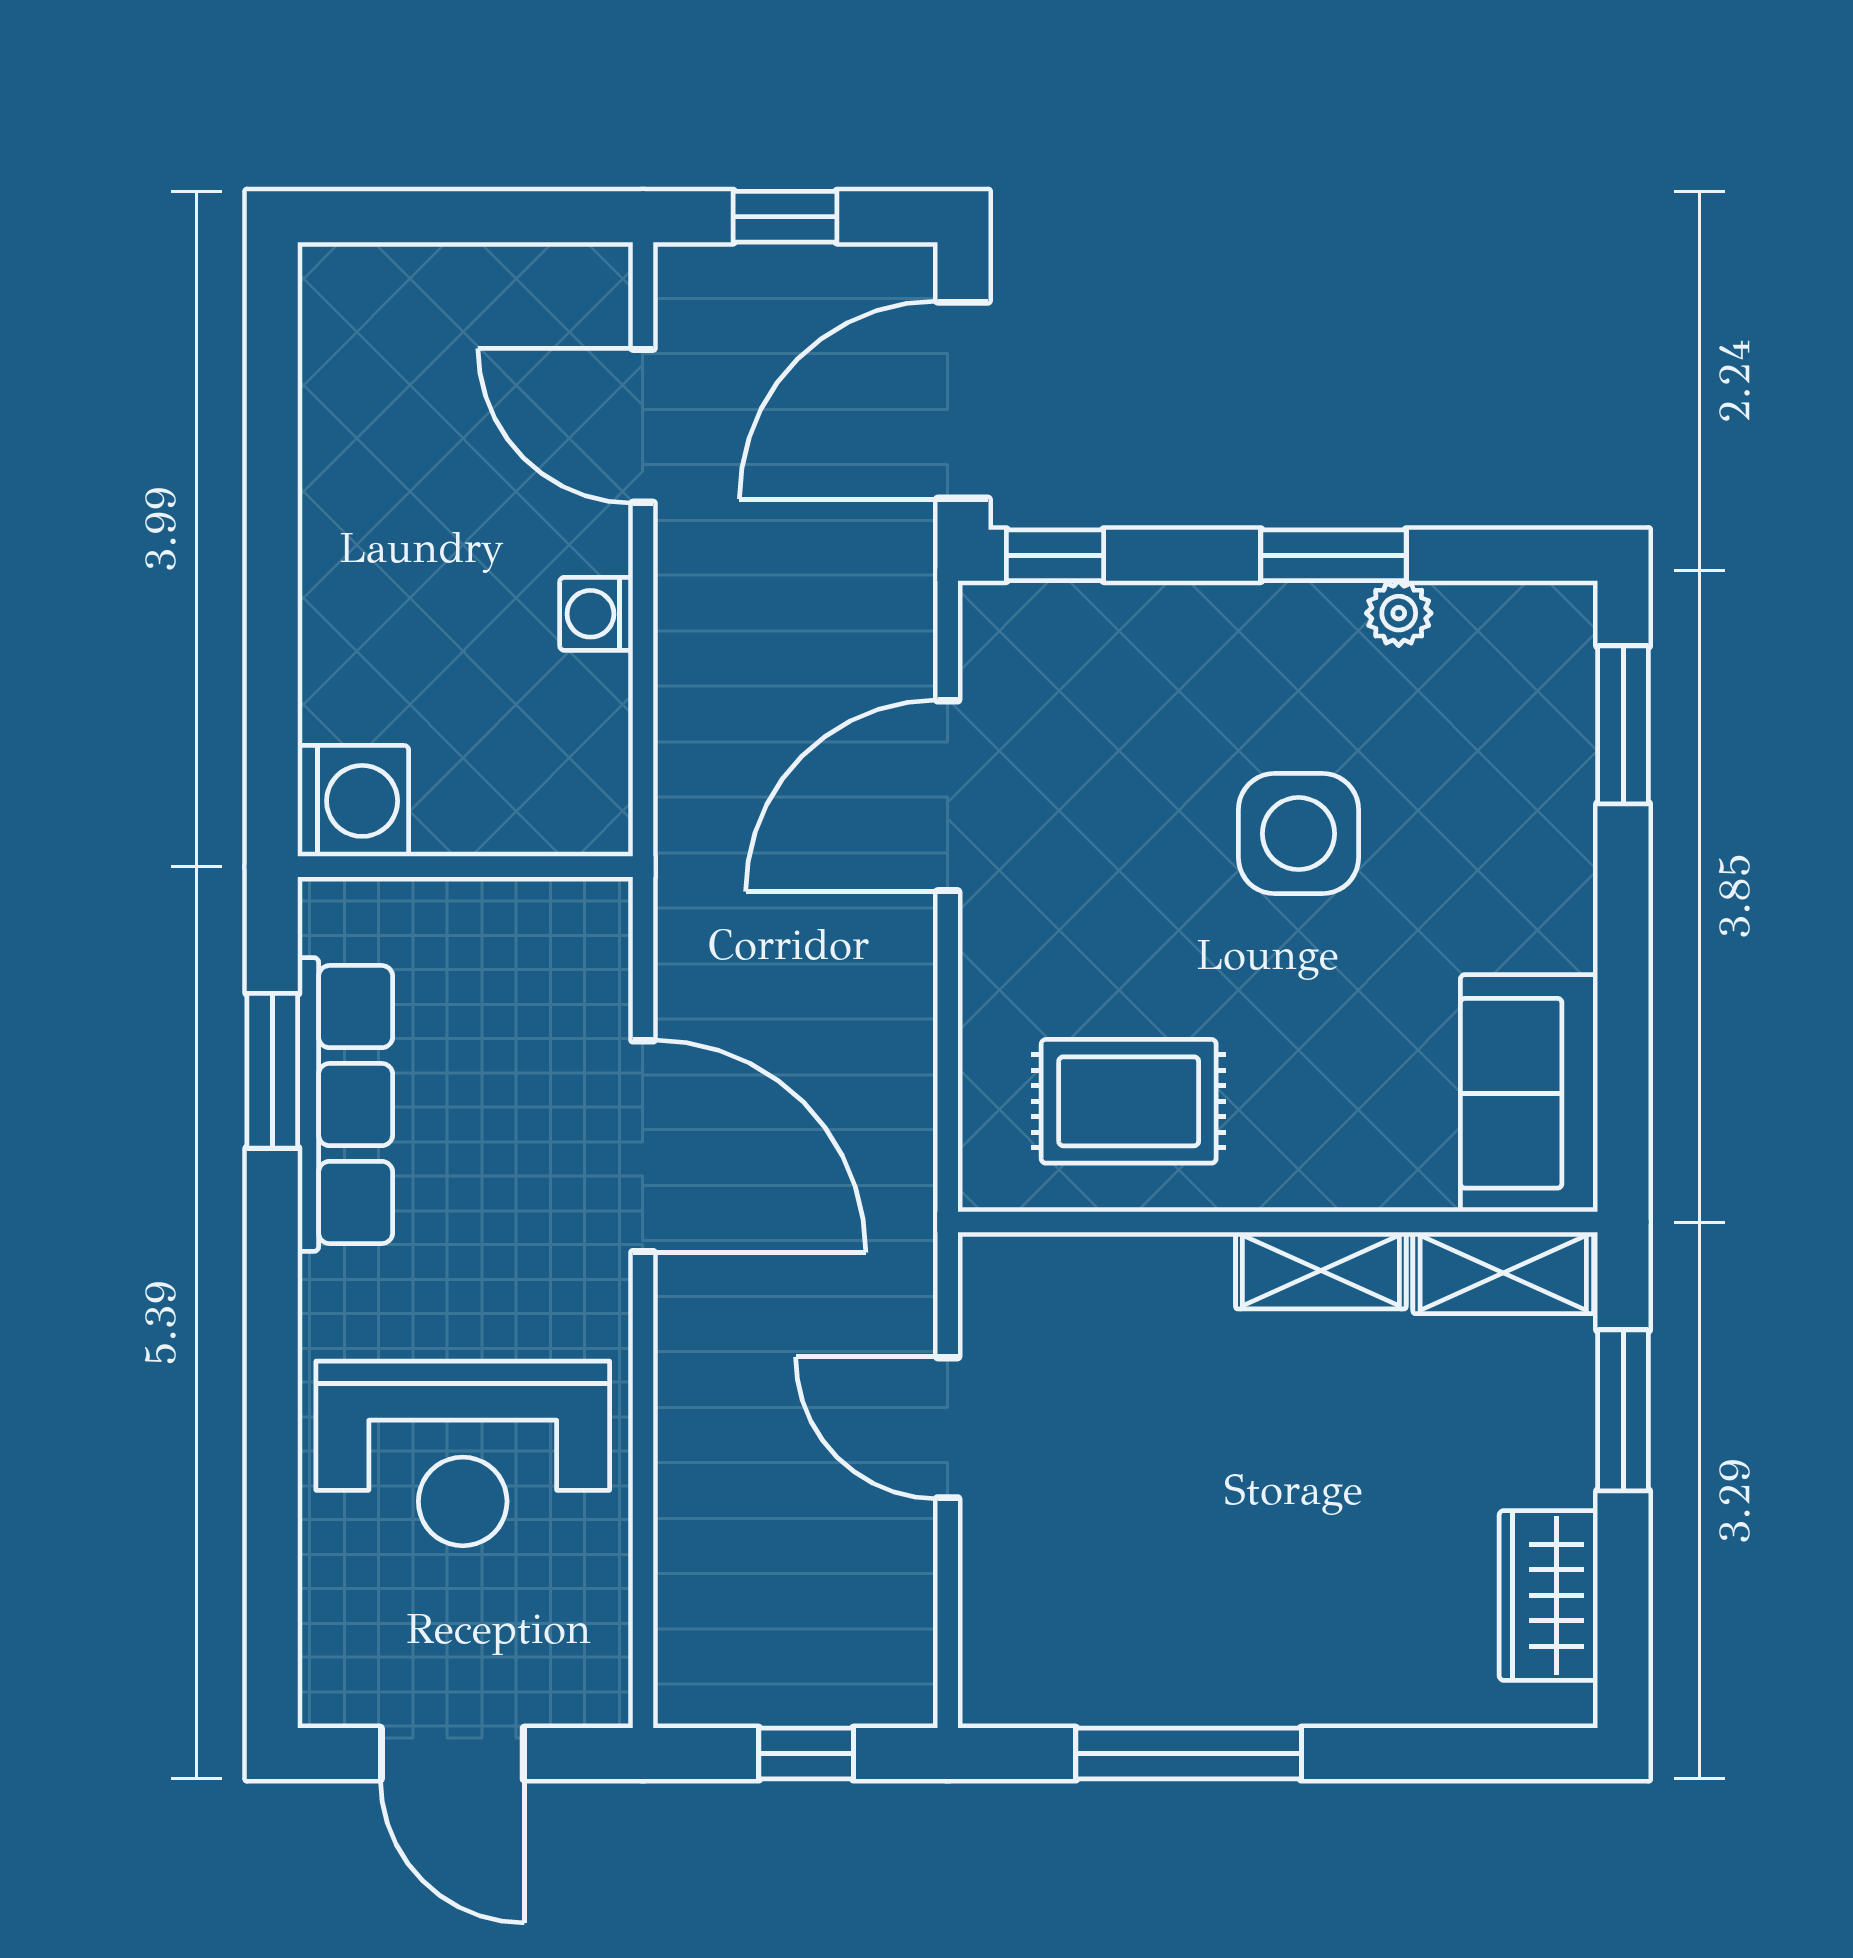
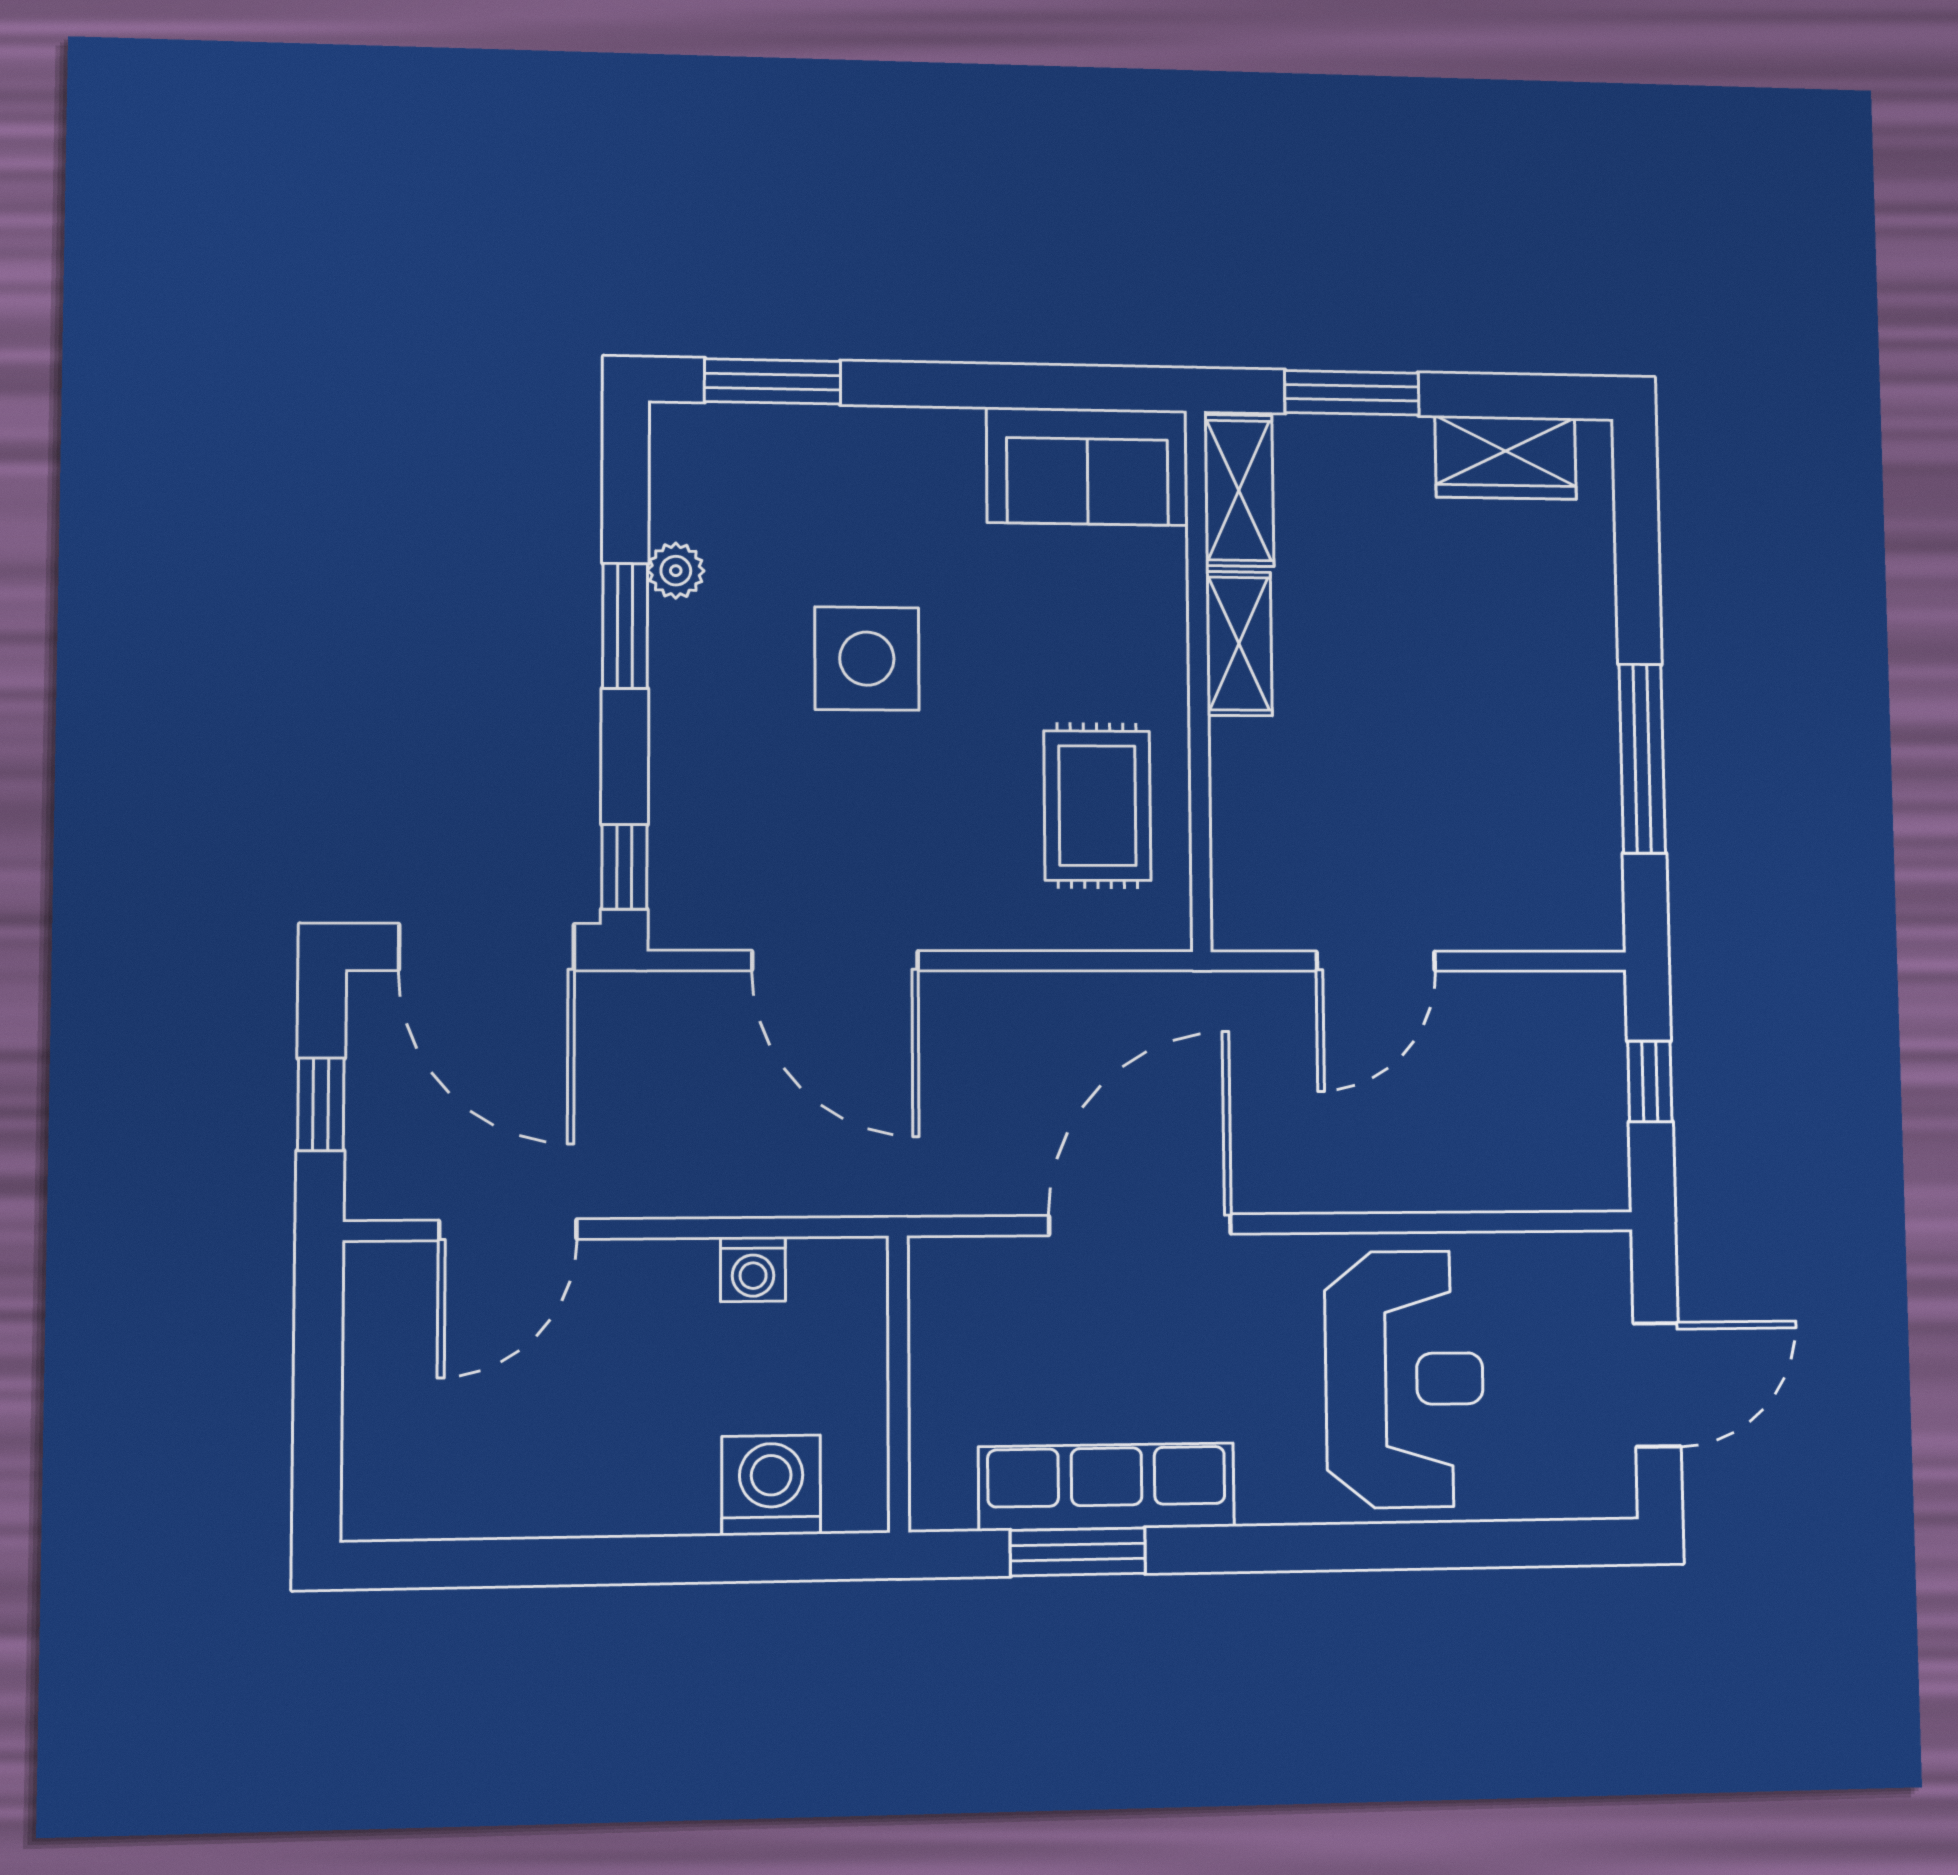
washing machine: (596, 614) -> (753, 1269), moved
washing machine: (353, 801) -> (771, 1485), moved

